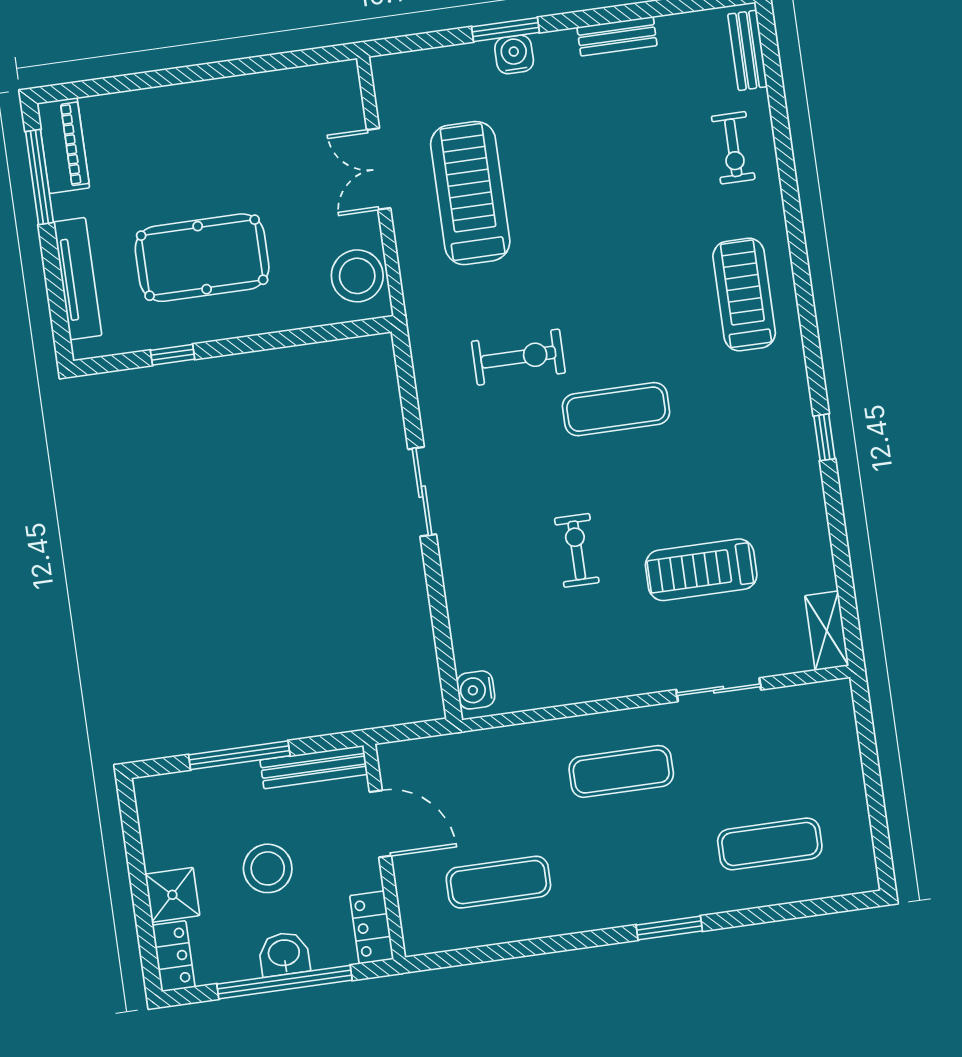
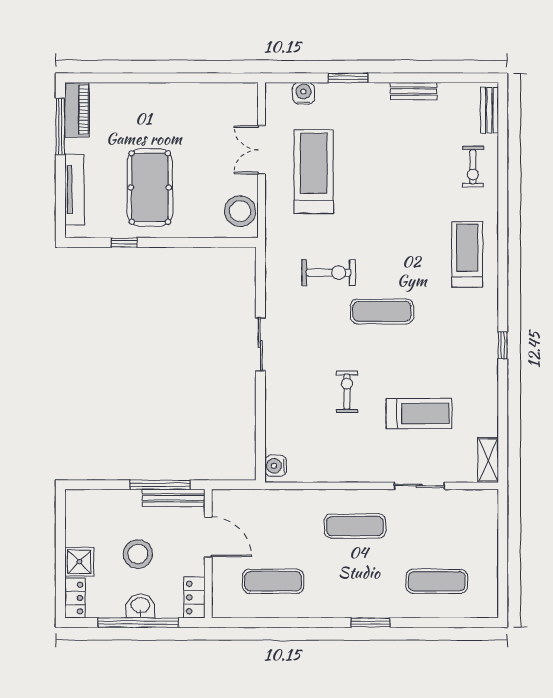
water cooler: (514, 54) -> (304, 93), moved
pool table: (202, 258) -> (150, 188), turned 90
treadmill: (701, 570) -> (419, 413), turned 180
window: (239, 755) -> (160, 485), moved

